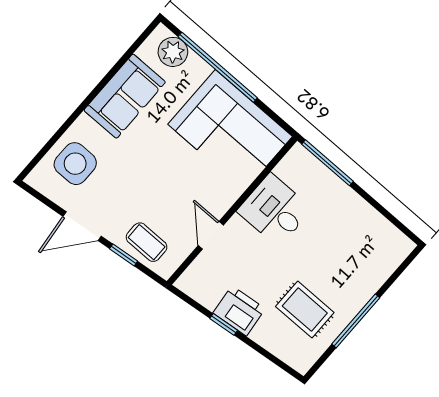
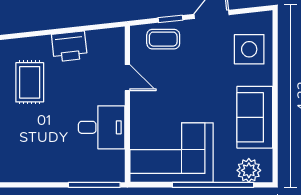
rug: (305, 310) -> (30, 82), turned 90
window: (224, 324) -> (72, 30), removed

